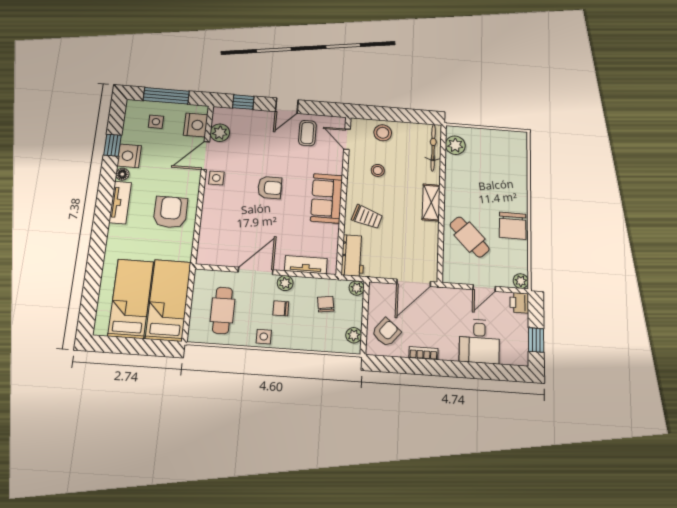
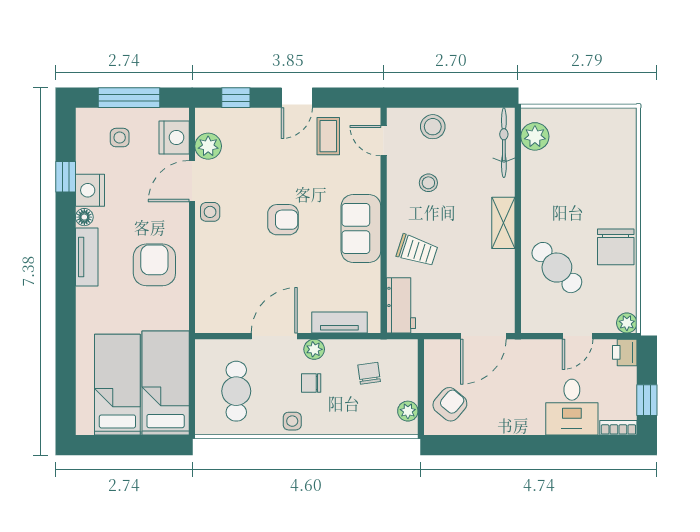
plant: (357, 288) -> (408, 349), removed
bookcase: (423, 353) -> (618, 428), moved

